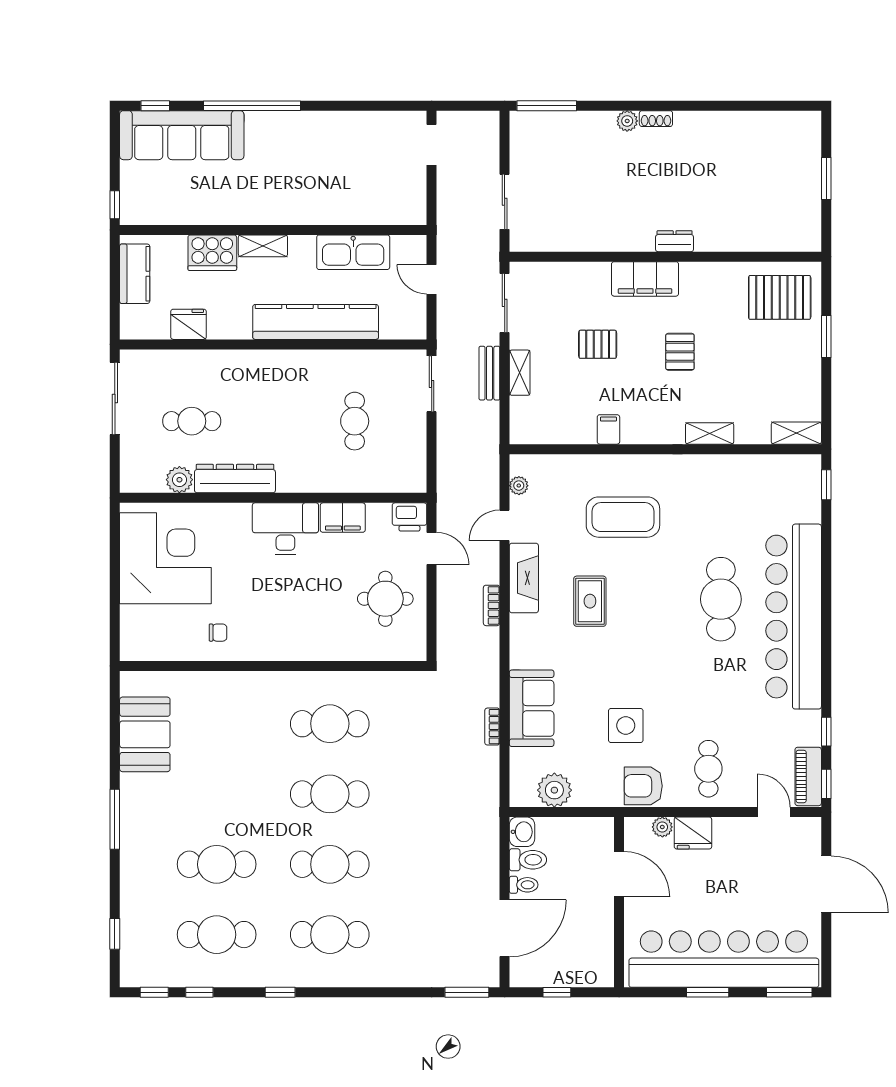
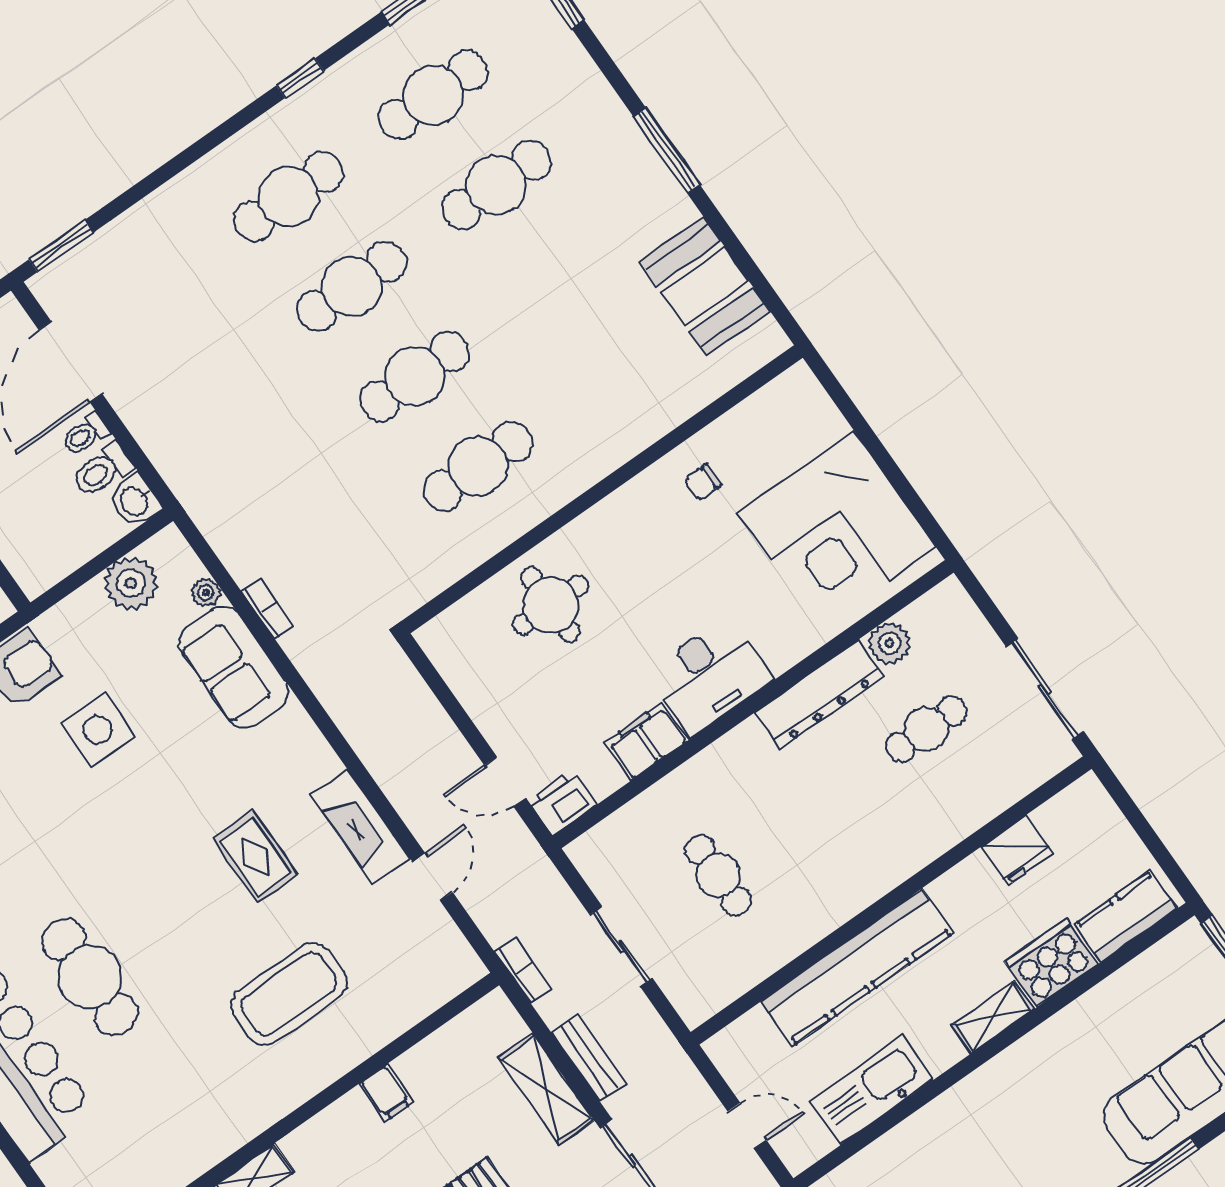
kitchen counter: (135, 274) -> (1126, 916), moved, turned 90
shelving: (520, 373) -> (546, 1089), width x1.50, depth x1.33
sliding door: (432, 384) -> (621, 946), moved
plant: (519, 486) -> (206, 593), moved
round table: (385, 599) -> (551, 605), moved
bookcase: (492, 605) -> (523, 970), moved

